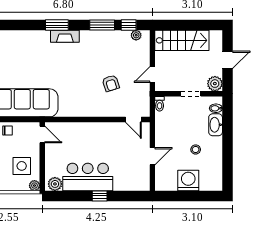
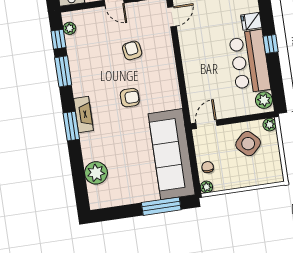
plant: (16, 39) -> (96, 173), added
armchair: (73, 76) -> (130, 98), added
armchair: (111, 83) -> (132, 50), turned -81
side table: (22, 166) -> (248, 144), turned 45
fridge: (120, 183) -> (251, 21), added

